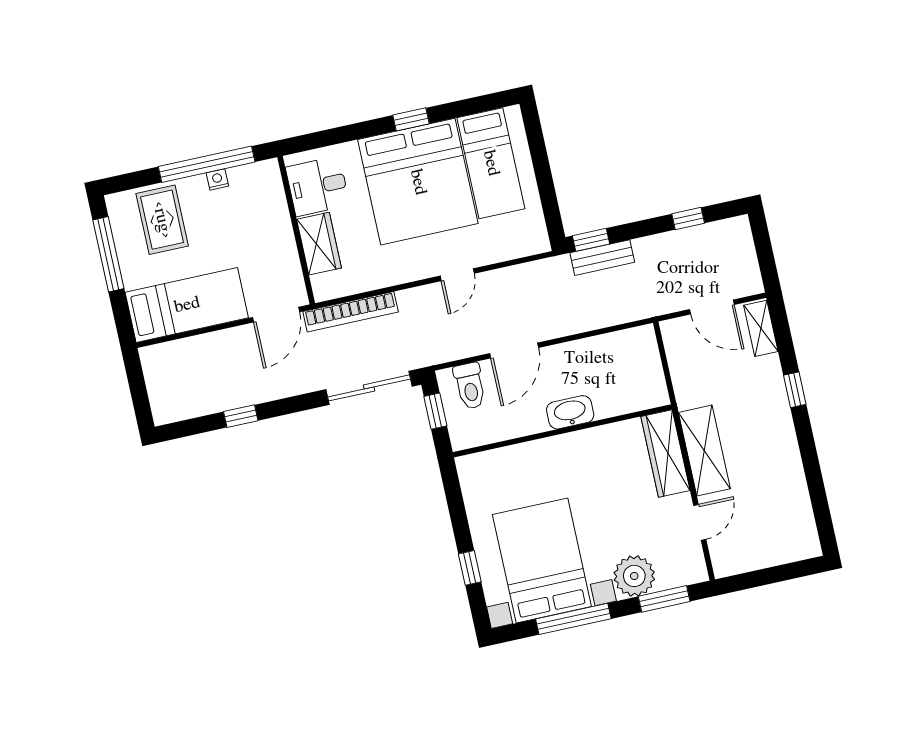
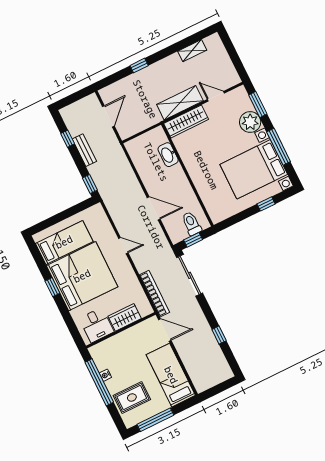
bench: (602, 258) -> (84, 150), moved
shelving: (761, 328) -> (192, 51), moved
toilet: (470, 386) -> (191, 223), moved, turned -90
washbasin: (570, 412) -> (168, 155), moved

